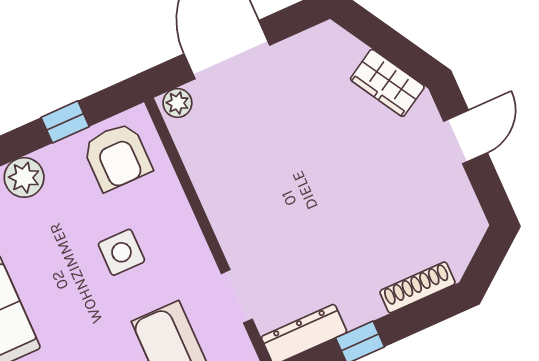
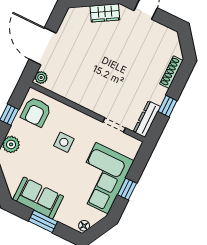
armchair: (117, 156) -> (36, 112), turned 90

